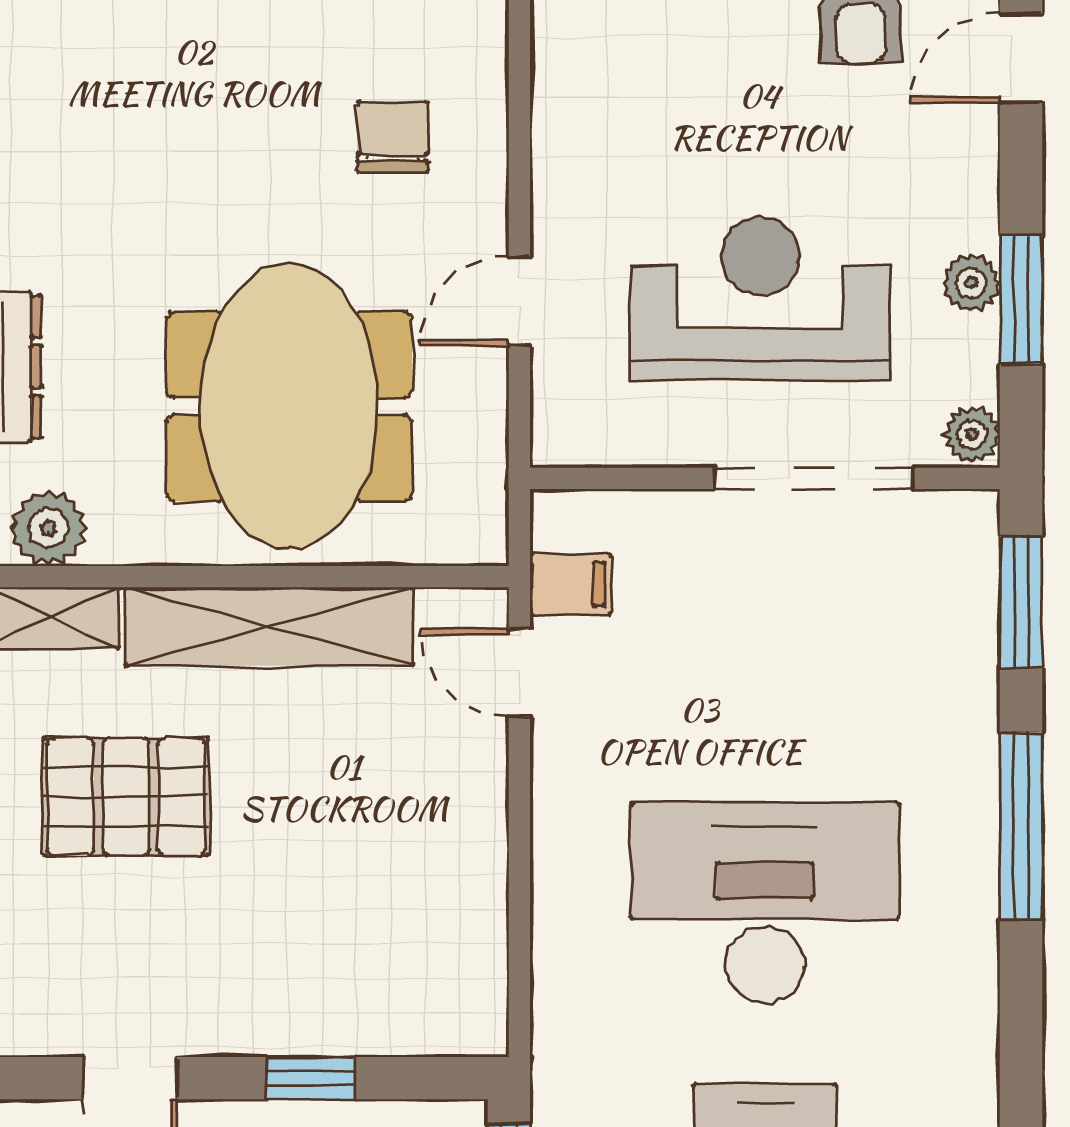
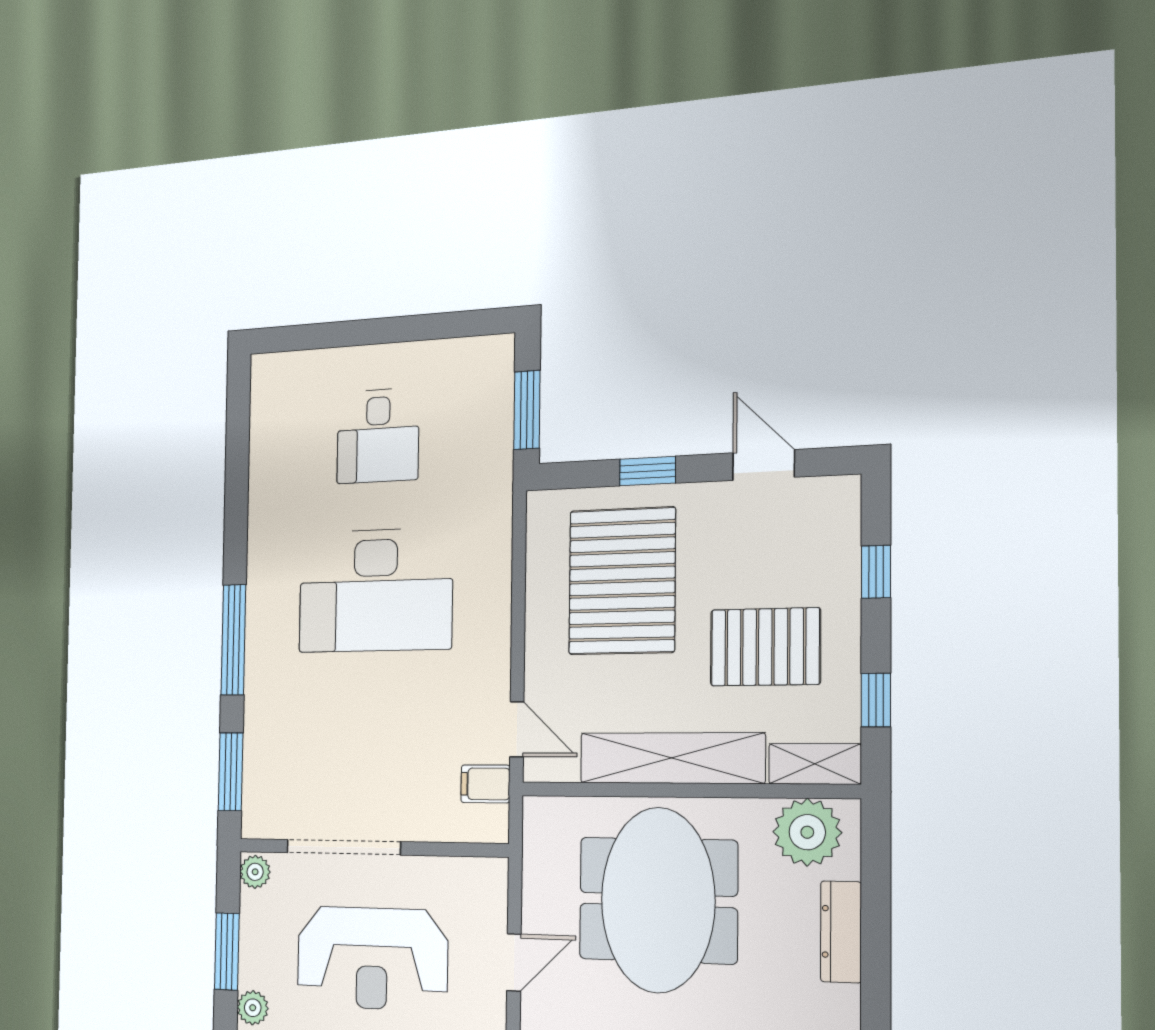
plant: (971, 283) -> (253, 1008), moved
plant: (48, 528) -> (807, 832), width x1.36, depth x1.36
pallet: (350, 905) -> (622, 581), added

